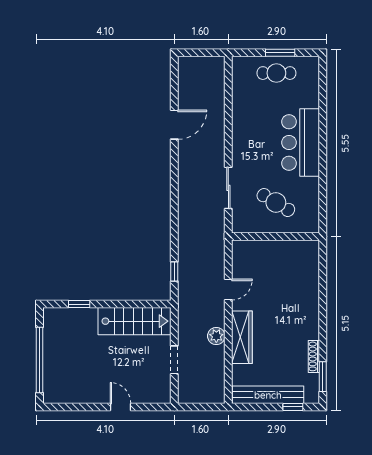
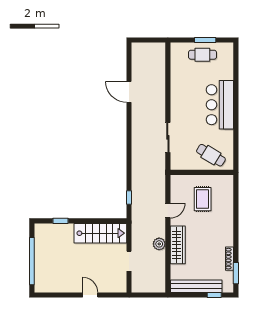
door: (174, 125) -> (129, 92), swing flipped
cafe table: (276, 203) -> (211, 155), moved
rug: (277, 274) -> (203, 199), added

